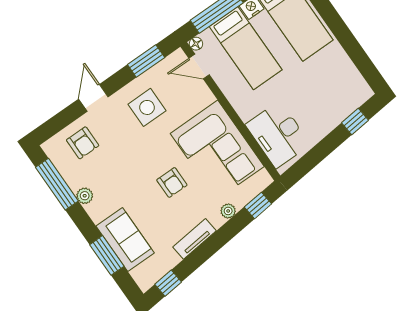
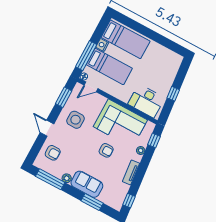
window: (355, 122) -> (173, 94), moved
sofa: (125, 240) -> (87, 184), moved

